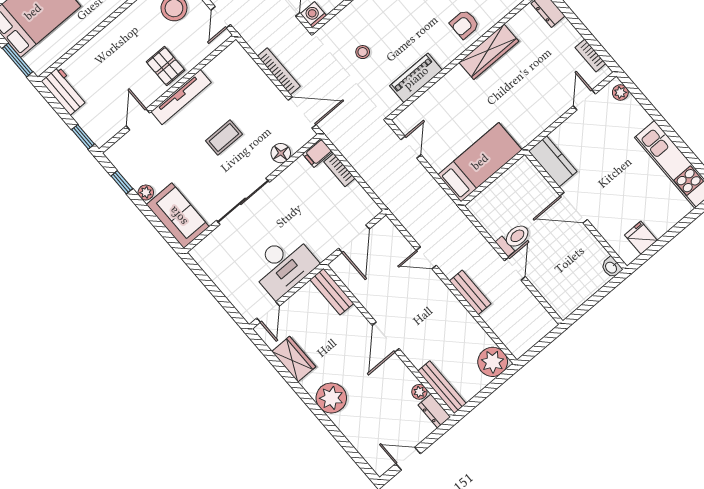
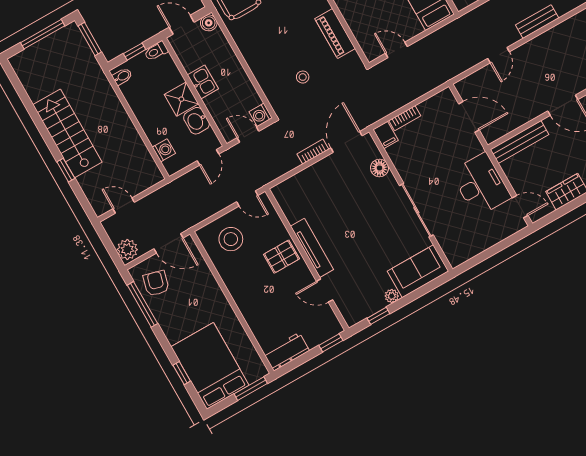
bookcase: (279, 71) -> (313, 152), width x0.64
coffee table: (224, 137) -> (356, 216), removed
bench: (332, 292) -> (519, 142), width x1.36

